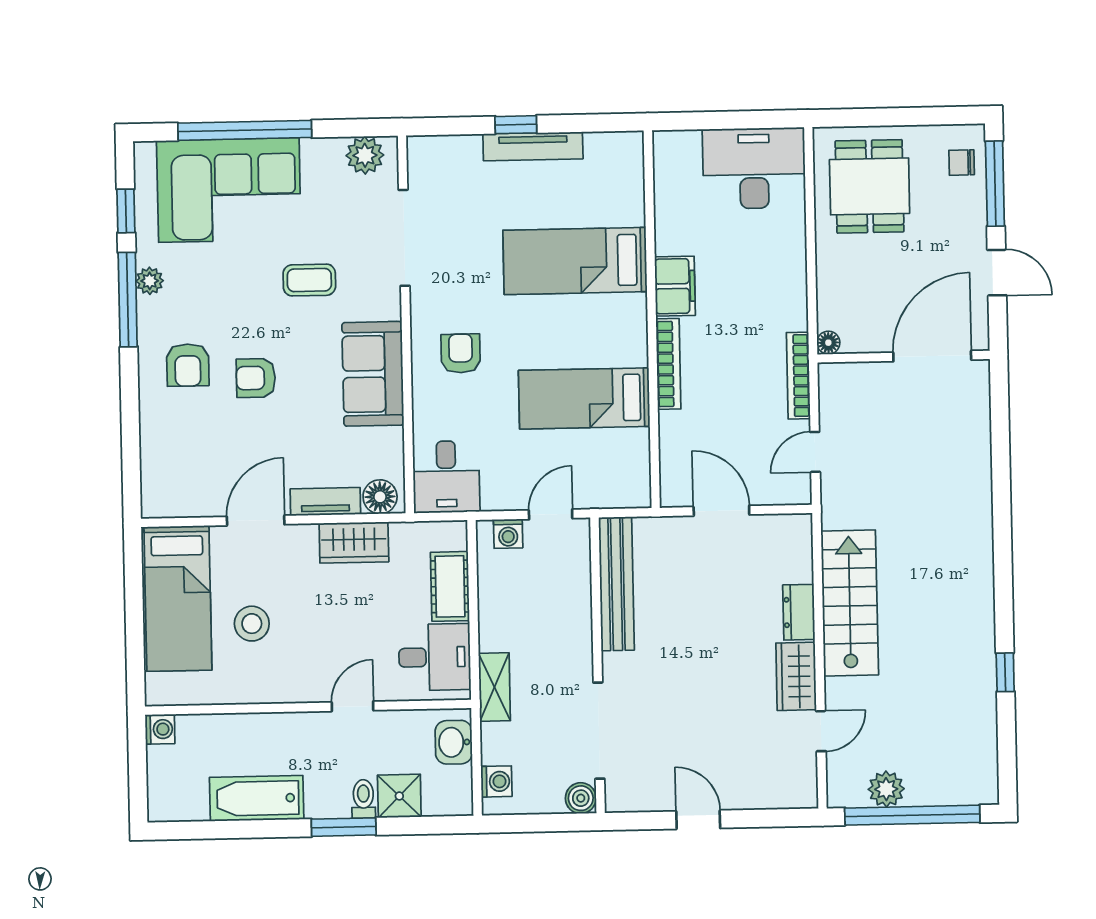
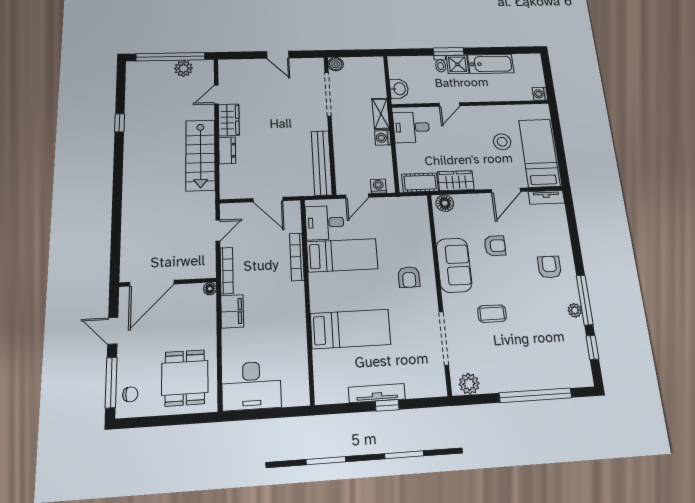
corner sofa: (229, 190) -> (540, 361), removed
filing cabinet: (675, 286) -> (232, 311), moved, turned 180
bookcase: (668, 364) -> (297, 257), moved
armchair: (256, 378) -> (495, 246), moved
desk: (446, 477) -> (325, 223), moved, turned -90
tv unit: (325, 502) -> (546, 197), moved
cot: (450, 586) -> (420, 183), moved, turned 90
washing machine: (496, 781) -> (383, 138), moved
shower: (399, 796) -> (457, 64), moved

